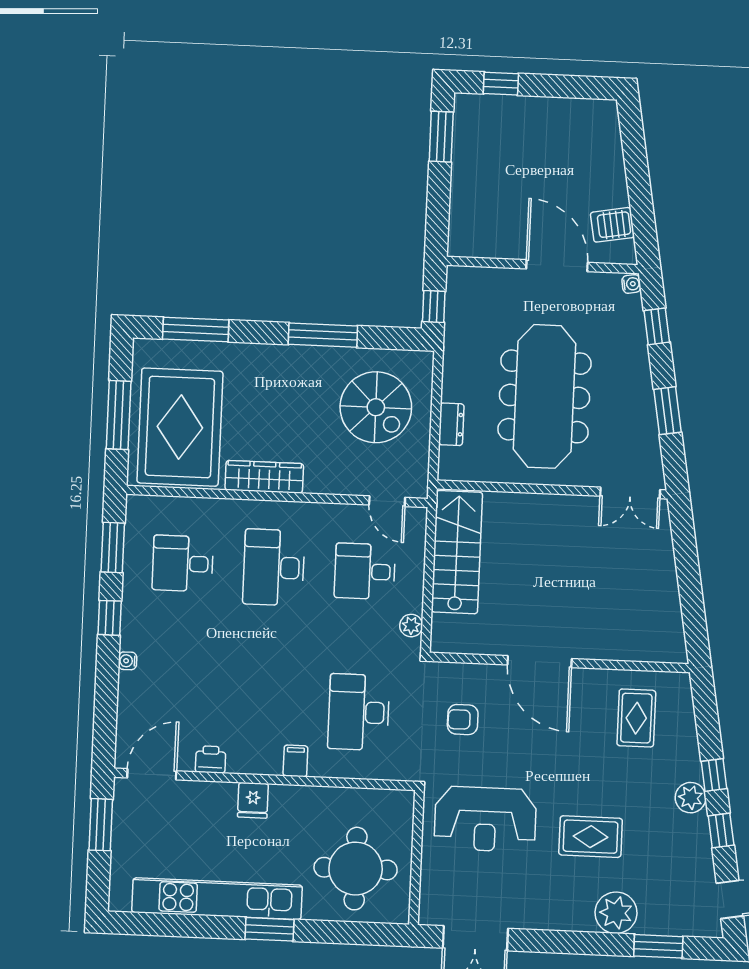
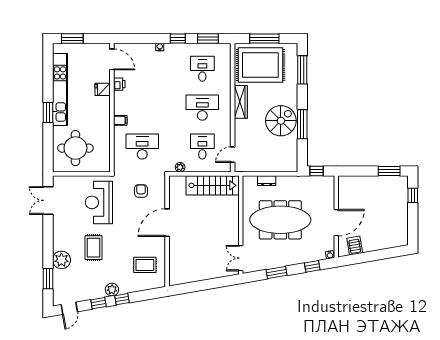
spiral stairs: (376, 407) -> (281, 121), moved, turned 180
fridge: (253, 800) -> (103, 89), moved
window: (101, 825) -> (72, 39), moved

